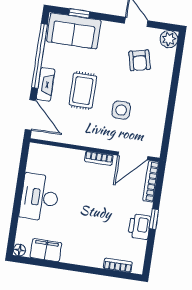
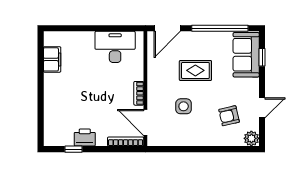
fireplace: (46, 84) -> (196, 37), removed
desk: (40, 197) -> (115, 47), moved
window: (154, 219) -> (74, 149), moved
floor lamp: (19, 250) -> (49, 36), removed
bookcase: (118, 265) -> (48, 124), removed

